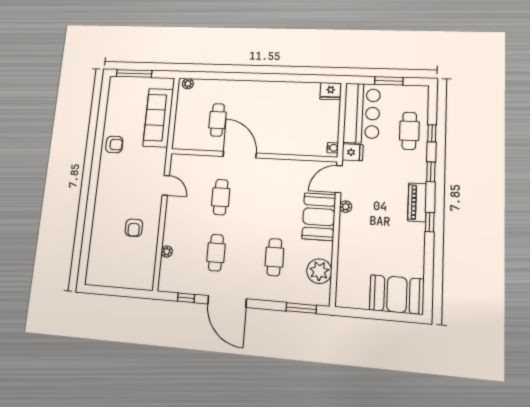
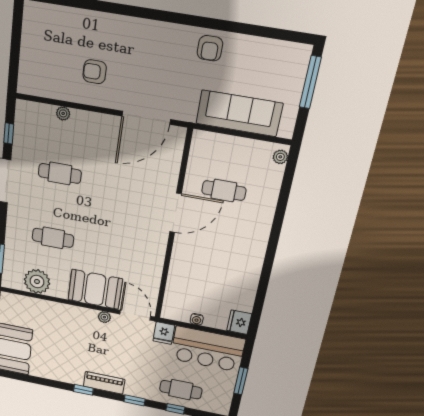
water cooler: (333, 148) -> (197, 319), moved
door: (166, 185) -> (146, 118), width x1.87
cafe table: (221, 197) -> (125, 185), removed

